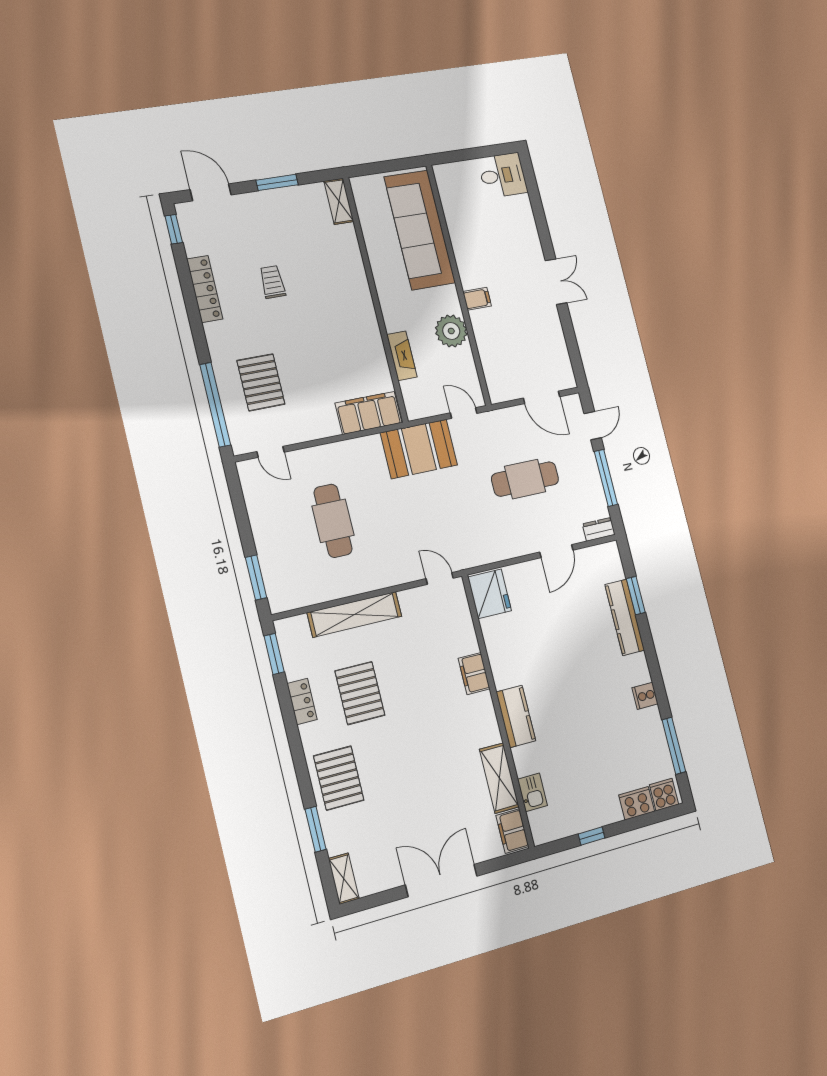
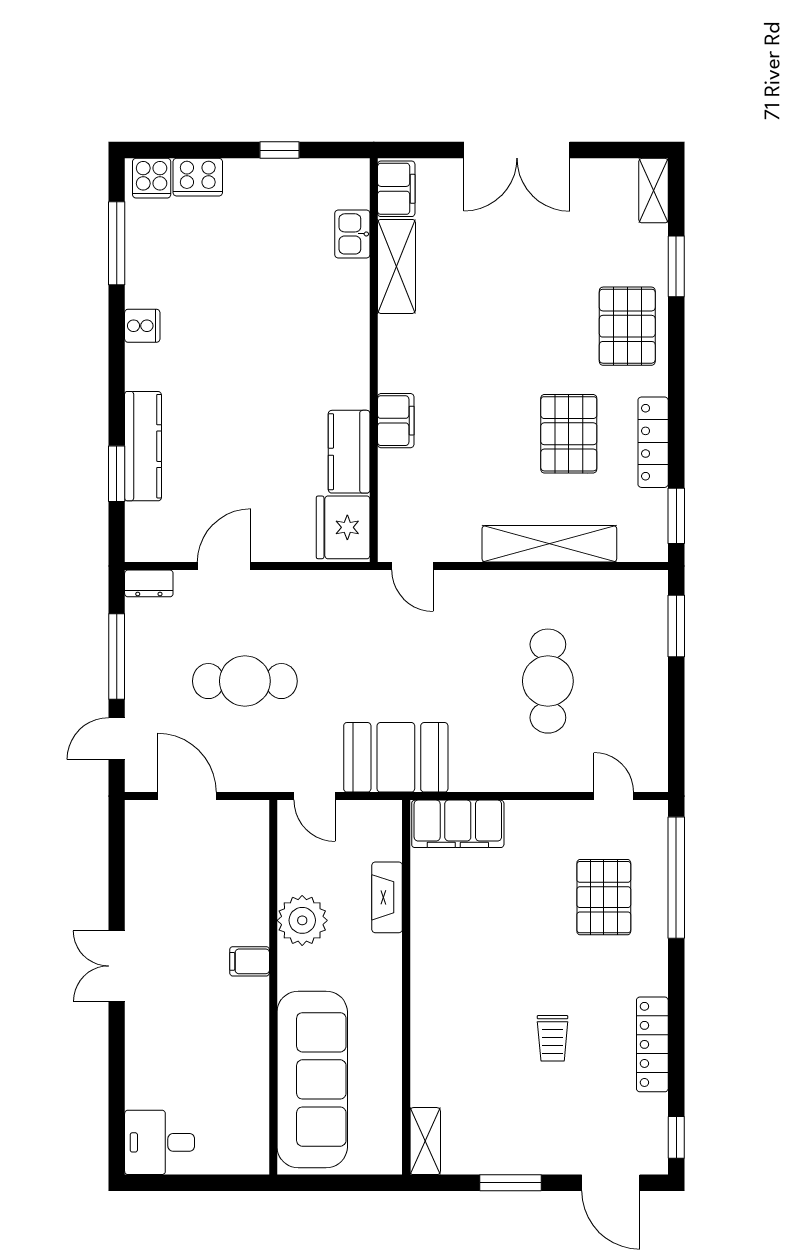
locker: (302, 701) -> (653, 442), width x1.53
kitchen counter: (516, 716) -> (349, 452), moved

